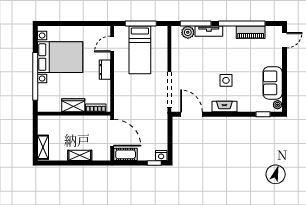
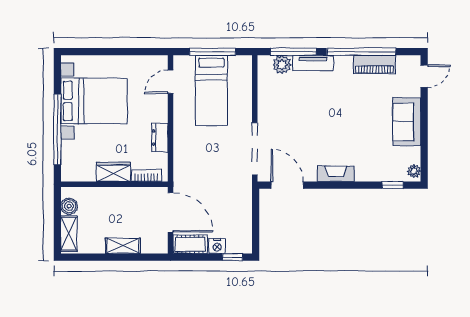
dresser: (105, 70) -> (160, 137), moved
side table: (226, 80) -> (338, 135), removed
sofa: (273, 83) -> (407, 122), moved
boiler: (43, 129) -> (69, 206), added
nightstand: (161, 156) -> (217, 246), moved

